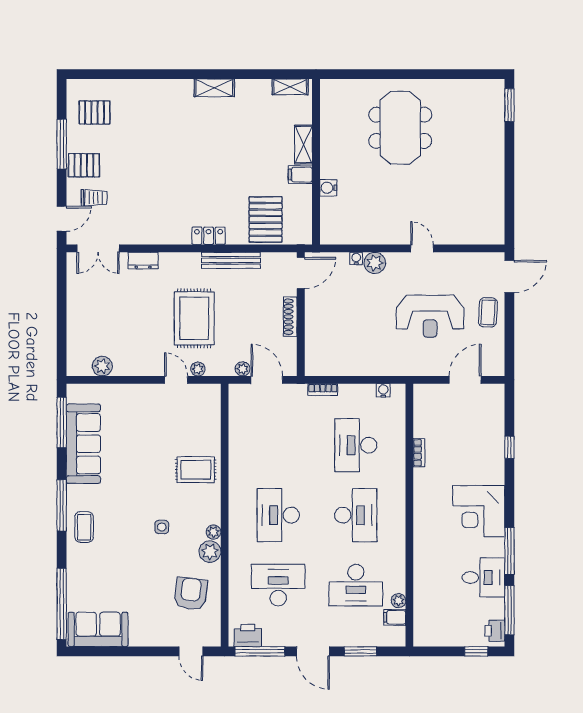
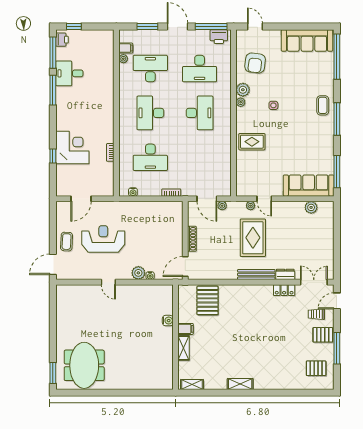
meeting table: (400, 128) -> (84, 365), moved
locker: (209, 236) -> (284, 290), moved
bench: (231, 260) -> (256, 274), moved
sofa: (83, 444) -> (309, 186), moved, turned 90
desk: (356, 445) -> (150, 157), turned 90
corner desk: (479, 511) -> (72, 148), moved
sofa: (98, 629) -> (307, 40), width x1.36

